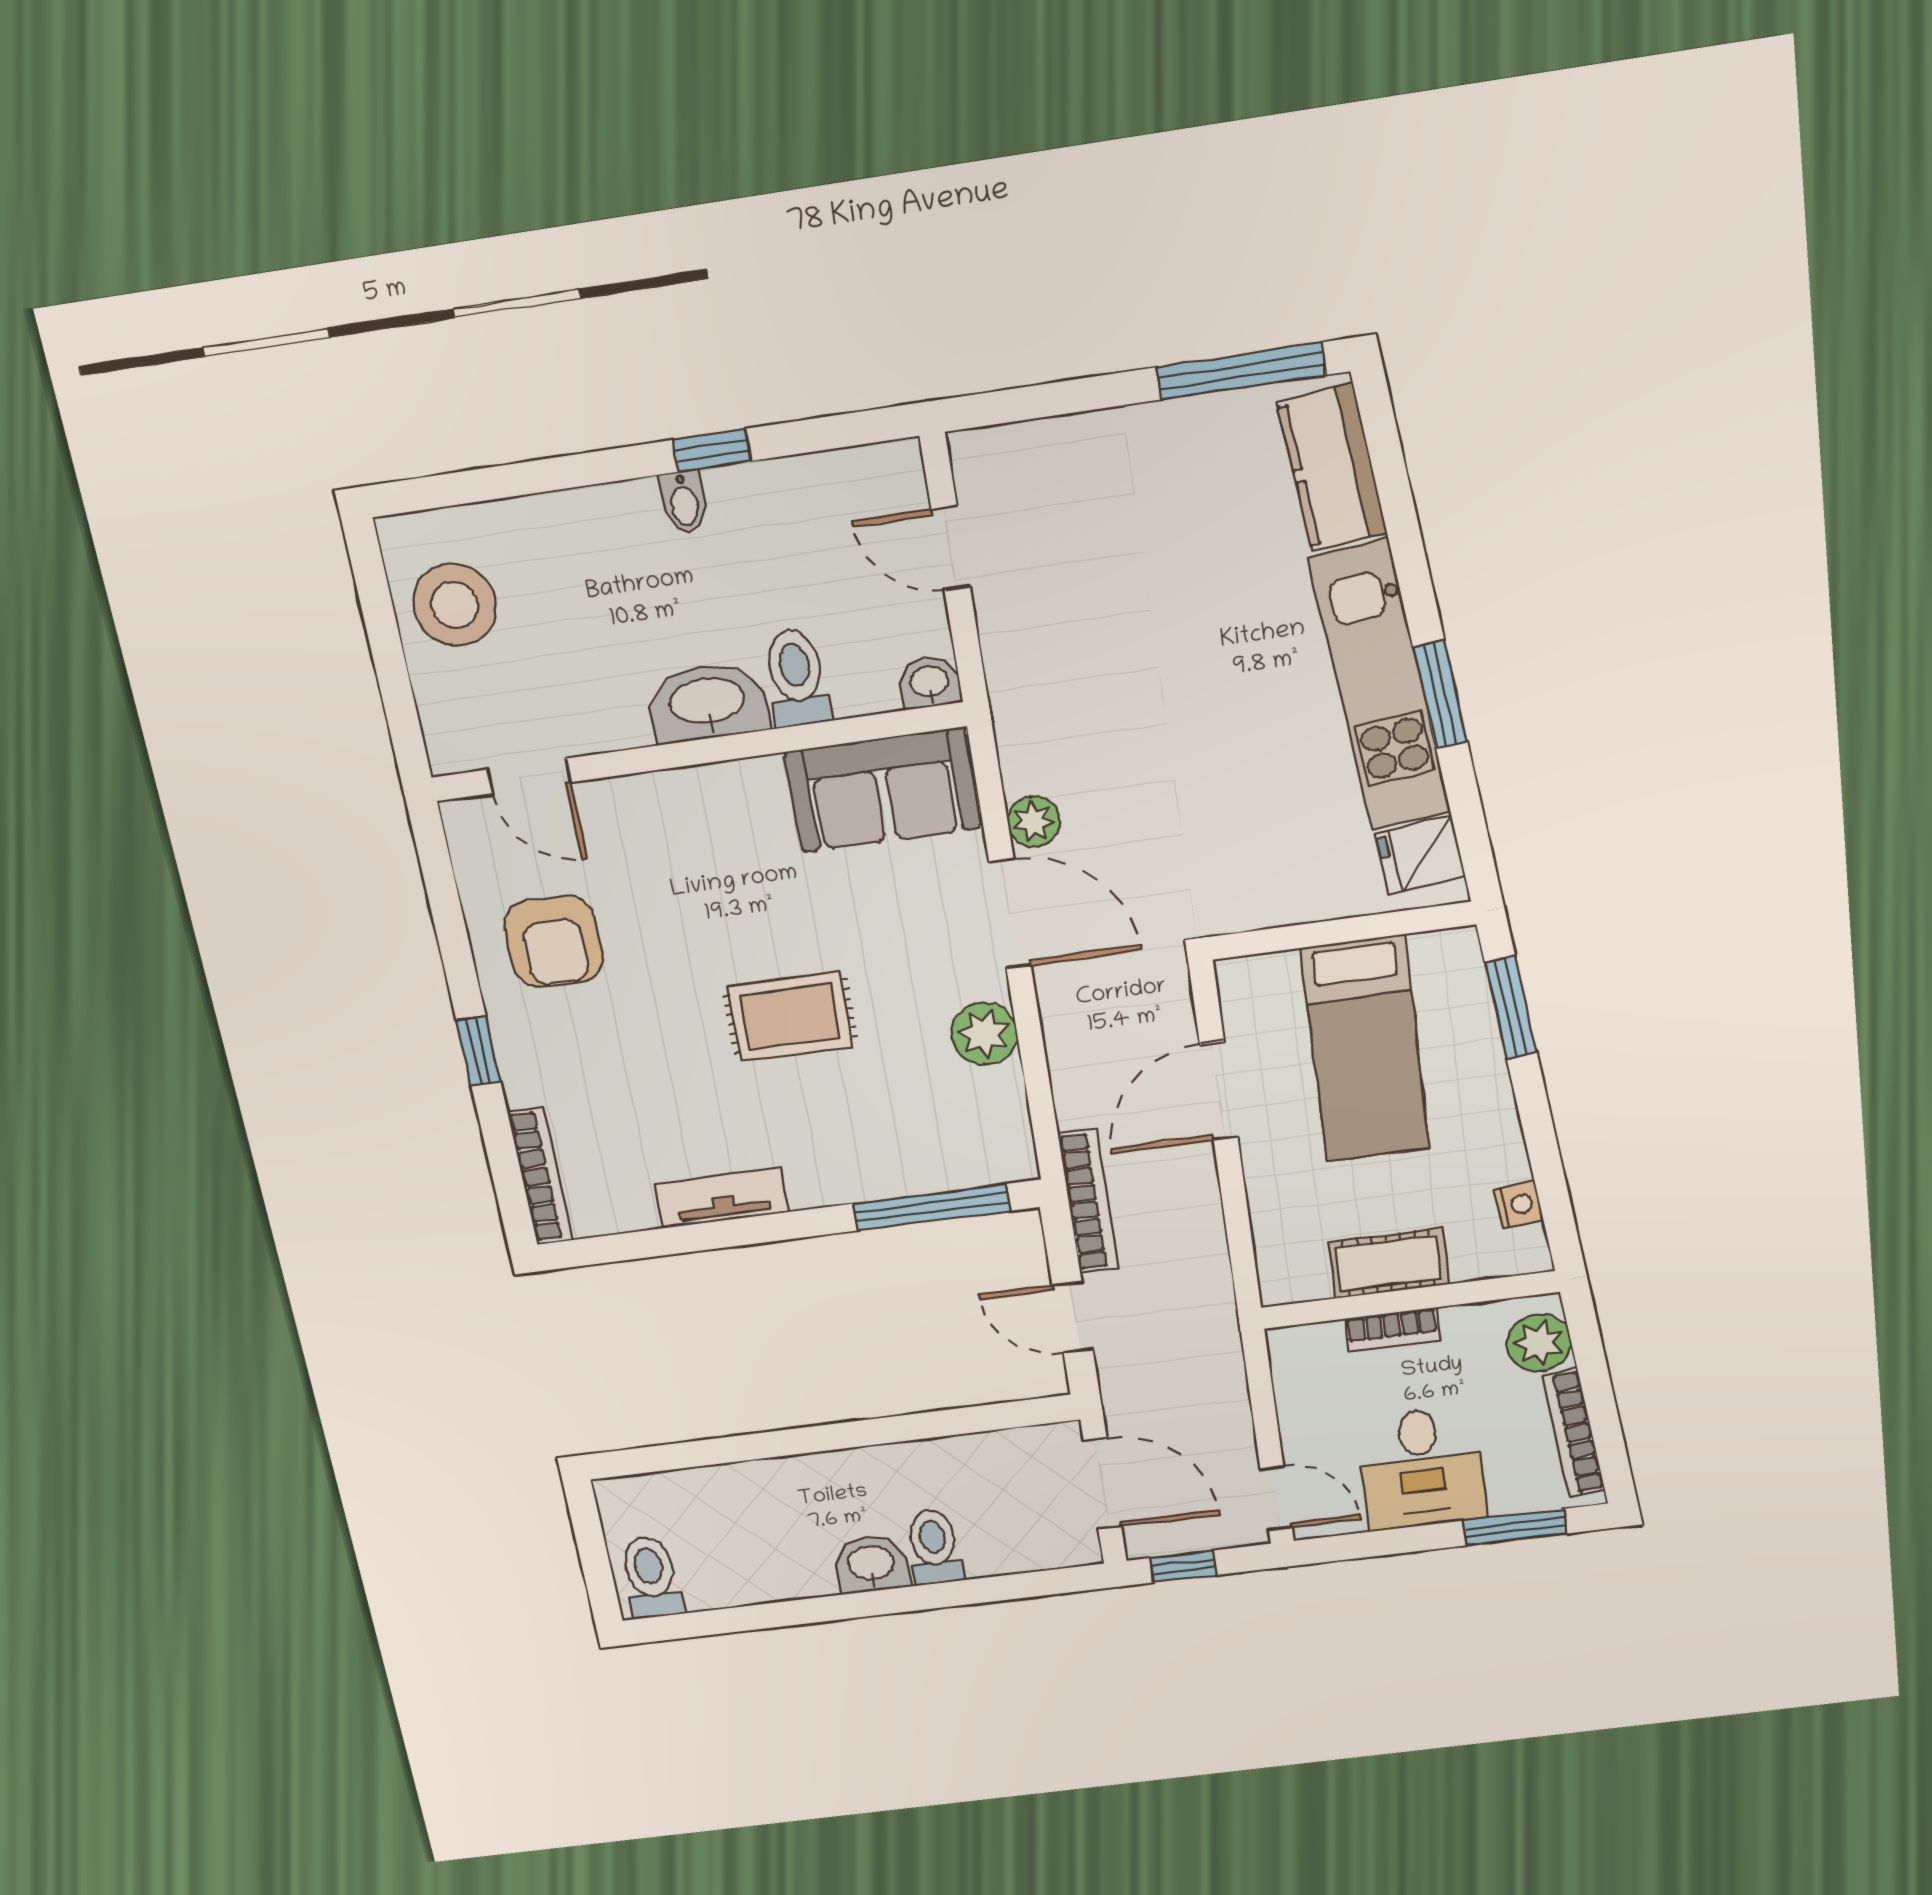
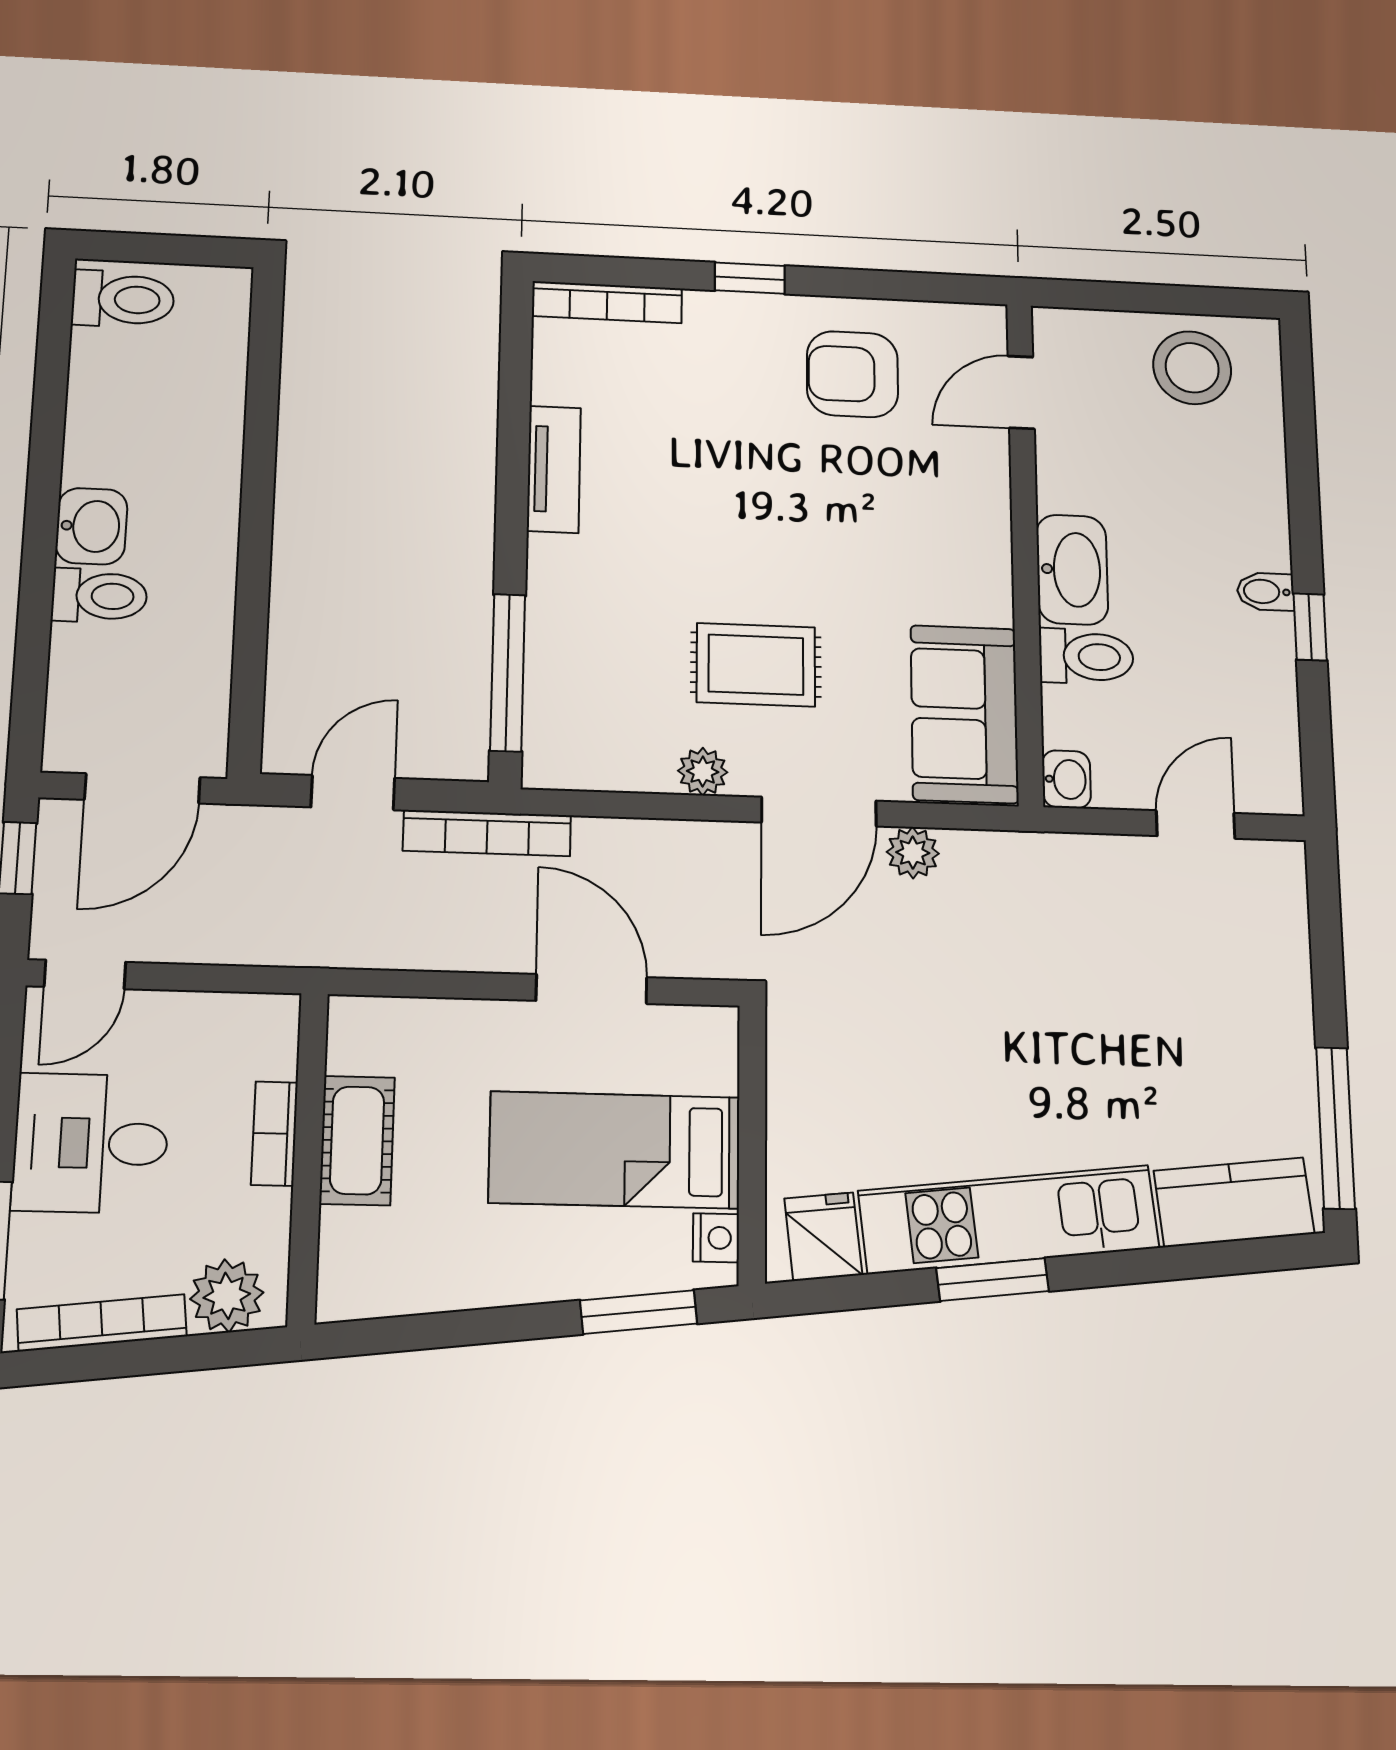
rug: (790, 1016) -> (756, 665), moved, turned 90
plant: (984, 1034) -> (703, 771), width x0.73, depth x0.73
nightstand: (1519, 1205) -> (716, 1238), moved, turned -84

